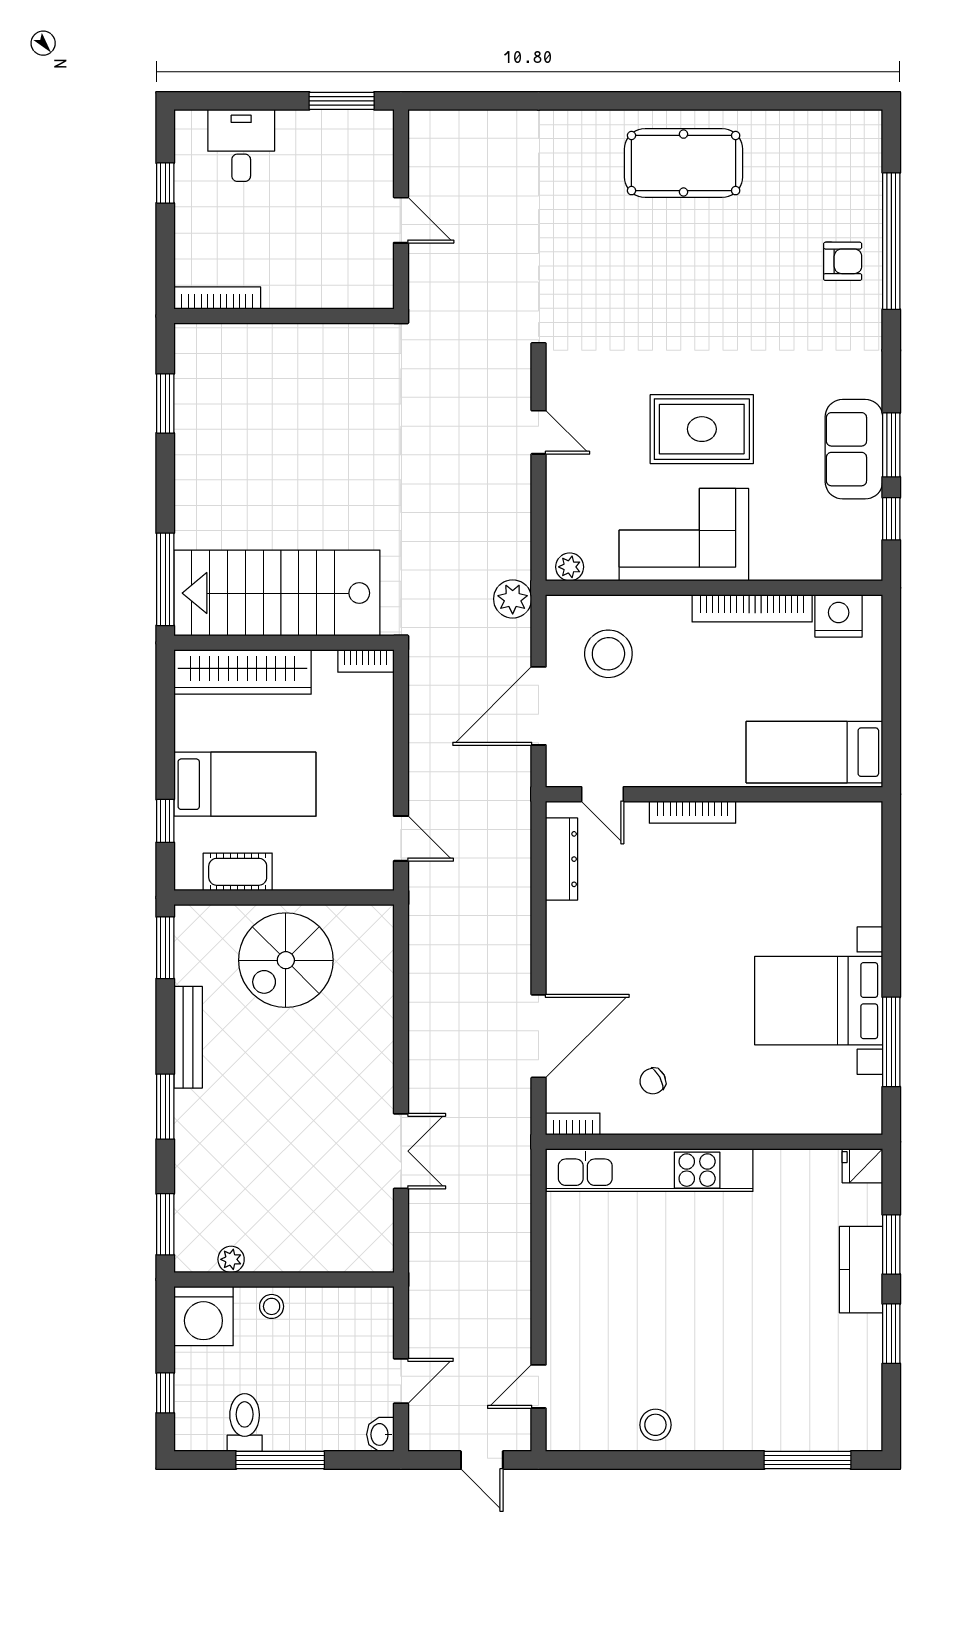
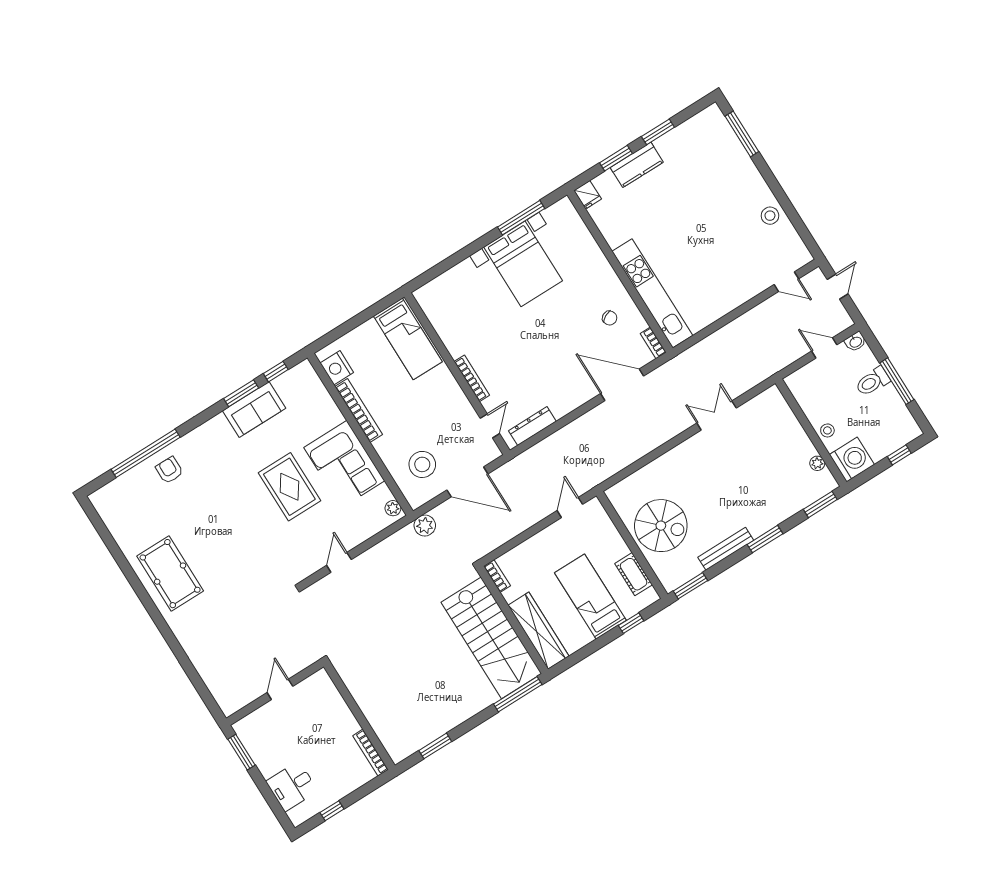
toilet: (245, 1423) -> (873, 382), moved

